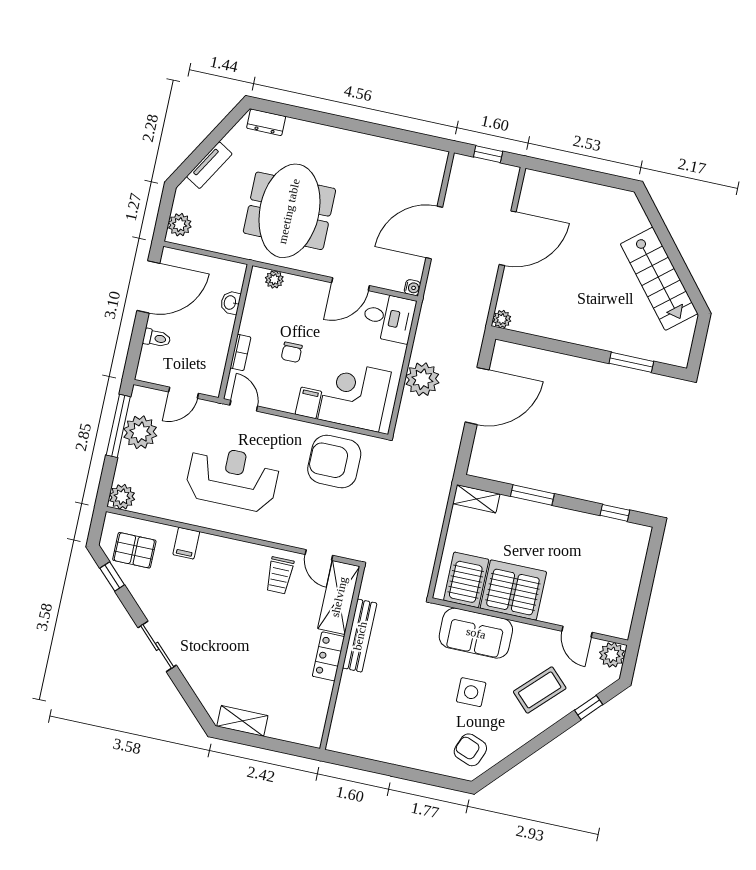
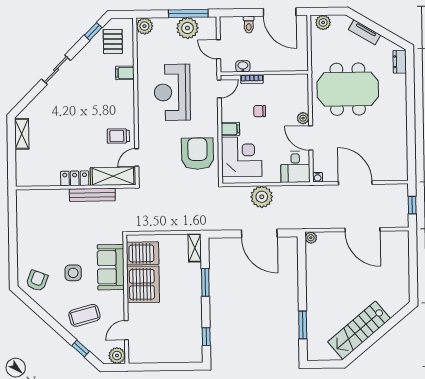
plant: (274, 279) -> (303, 118), moved
washbasin: (230, 303) -> (243, 66), moved
reception desk: (232, 478) -> (172, 92), turned 180
coffee table: (540, 690) -> (84, 315), turned -60

